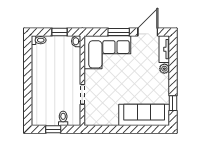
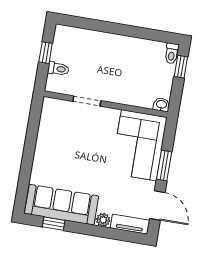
window: (60, 32) -> (181, 67), moved
sofa: (144, 115) -> (62, 205), moved, turned -90

